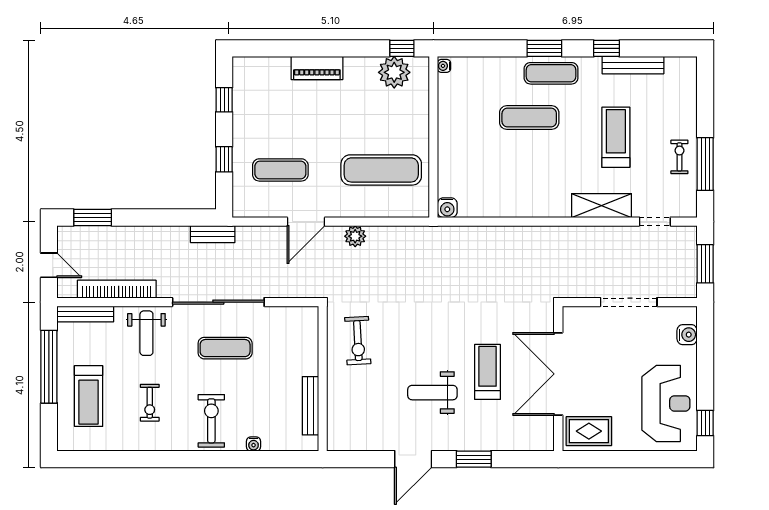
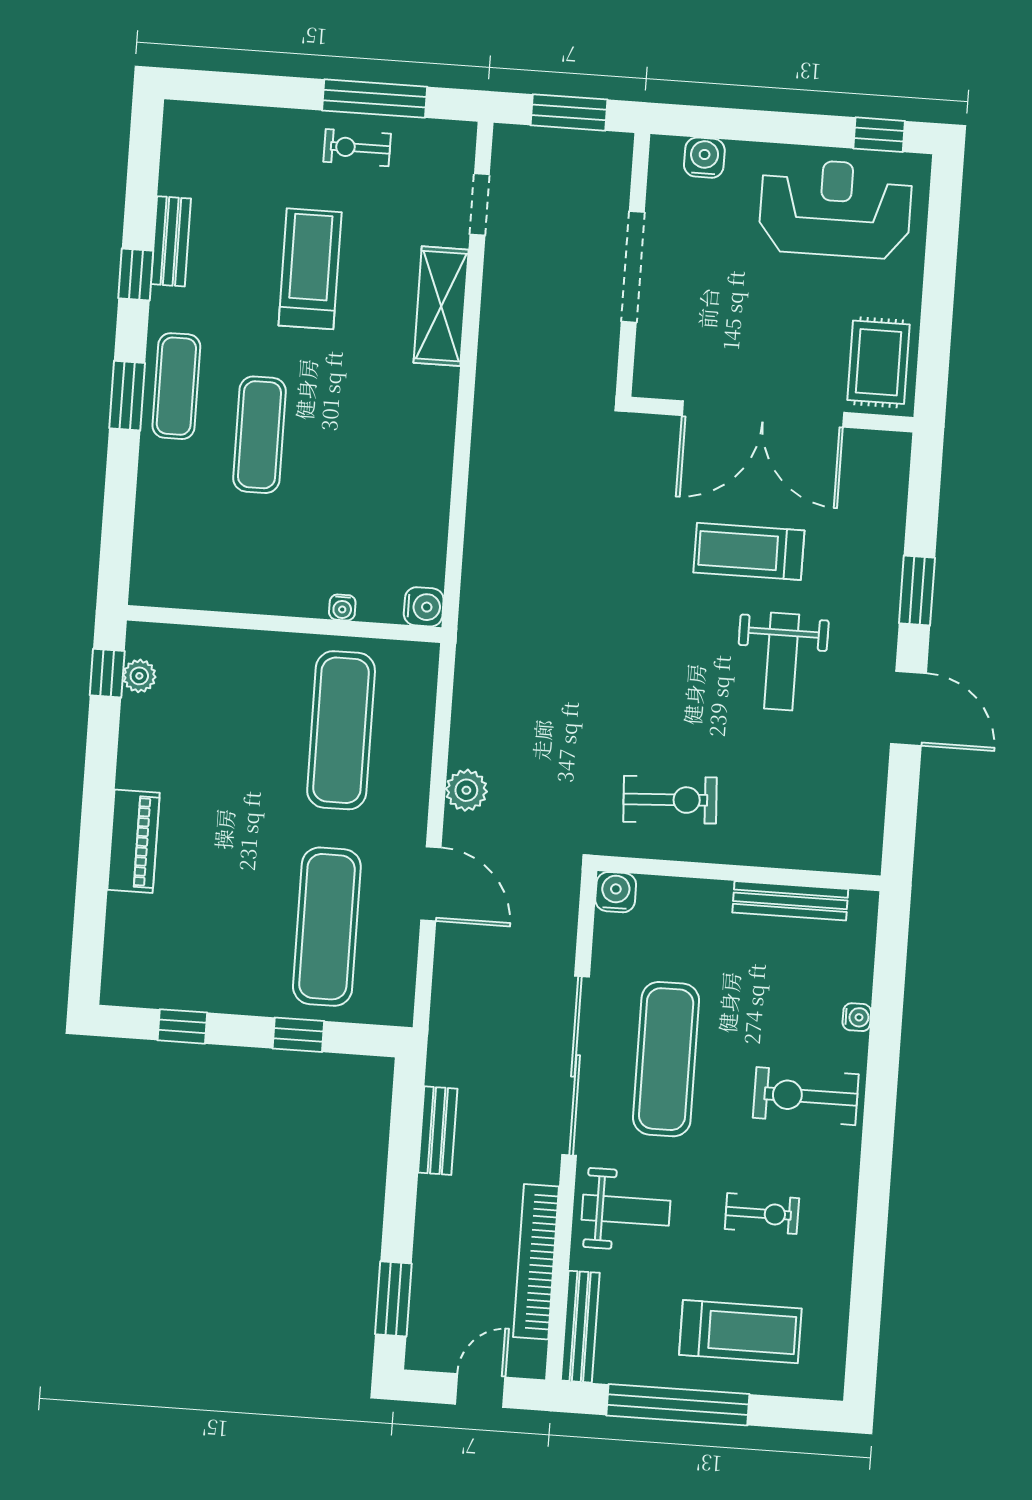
bench: (633, 65) -> (171, 241), width x0.73
water cooler: (444, 66) -> (342, 607), moved
plant: (394, 72) -> (139, 676), width x0.53, depth x0.53
treadmill: (616, 137) -> (310, 269), turned 90
exercise mat: (280, 170) -> (327, 927), width x1.36, depth x1.45
bench: (213, 234) -> (438, 1131), moved
water cooler: (309, 316) -> (616, 892), added
exercise mat: (225, 348) -> (666, 1059), width x1.36, depth x1.45

